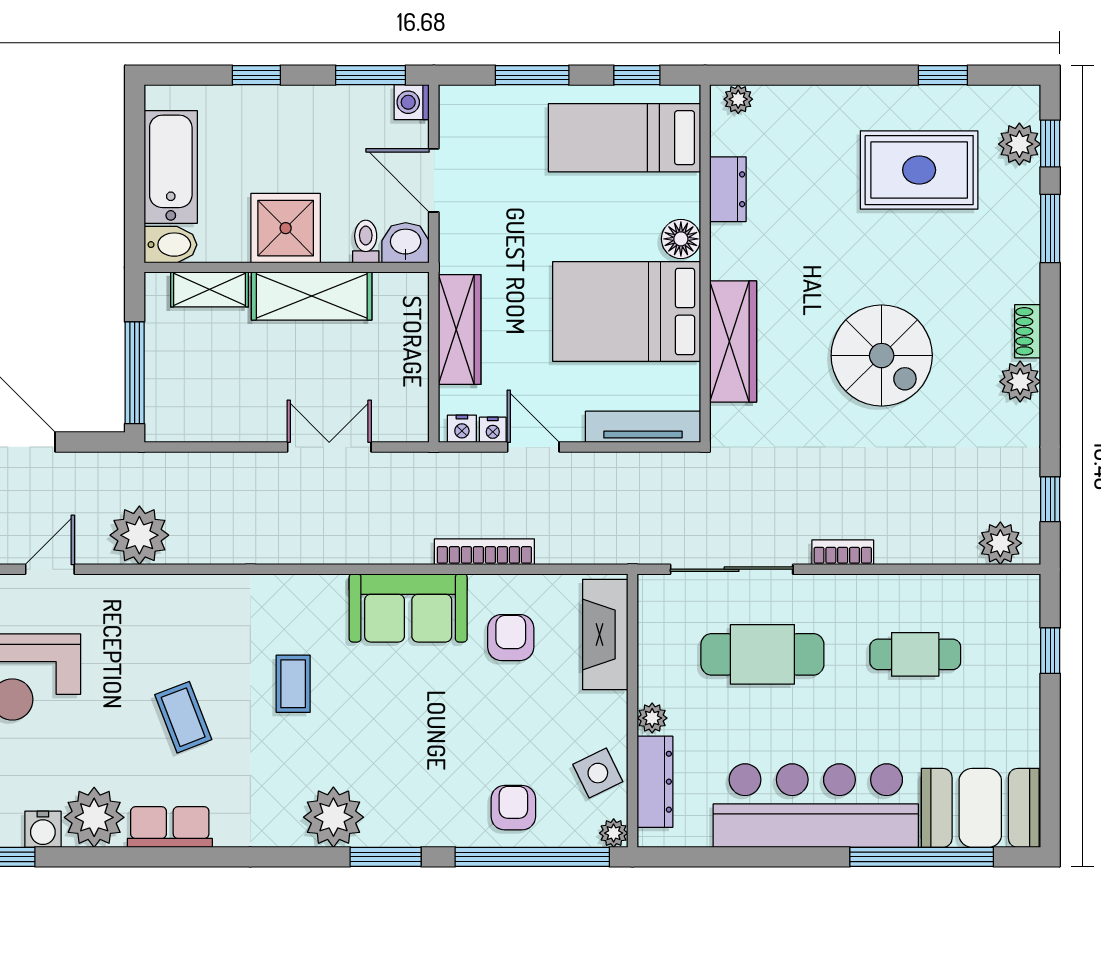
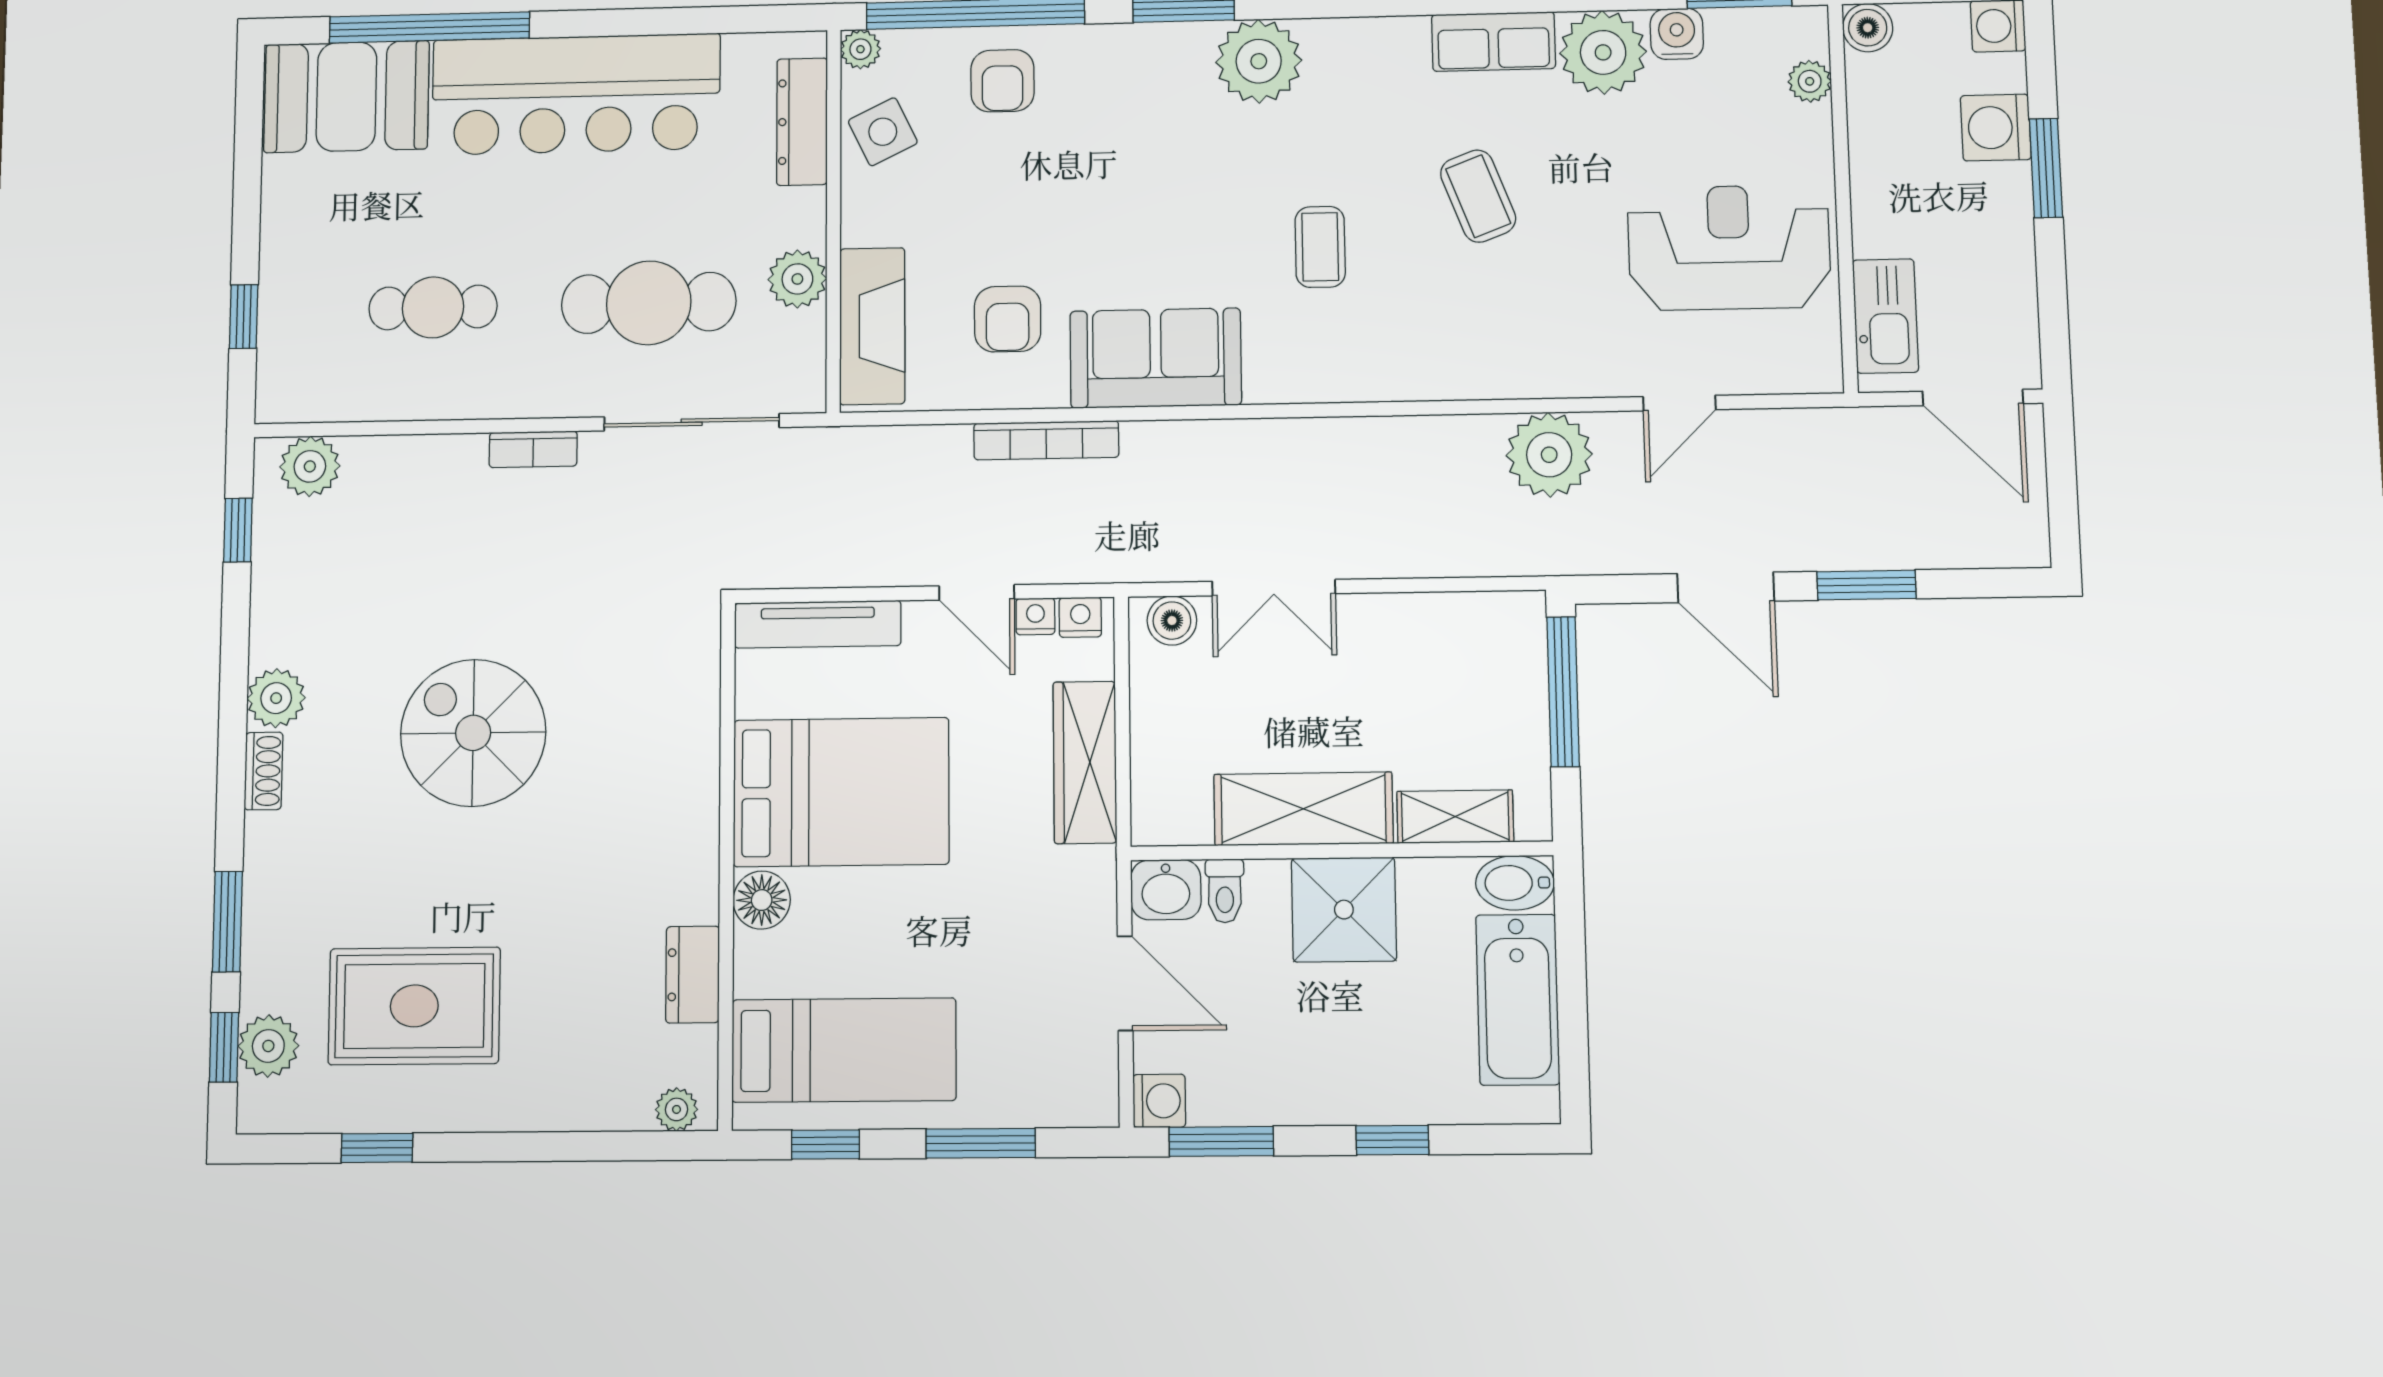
wardrobe: (733, 341) -> (687, 750), removed
boiler: (399, 425) -> (1172, 621), added
plant: (652, 718) -> (797, 279), moved, width x1.38, depth x1.38

